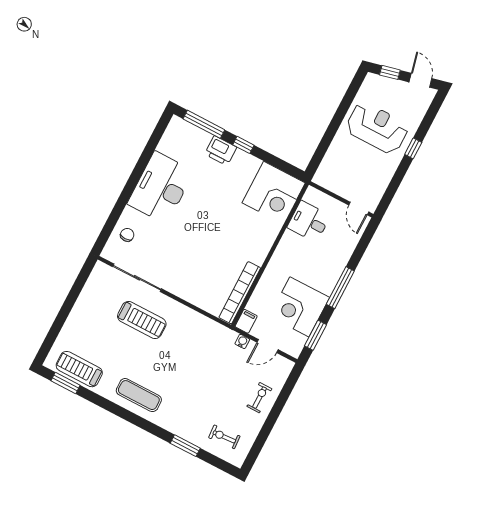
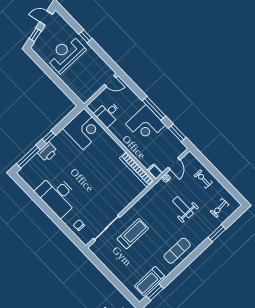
corner desk: (299, 307) -> (145, 124), moved
weight bench: (207, 382) -> (183, 207), added

